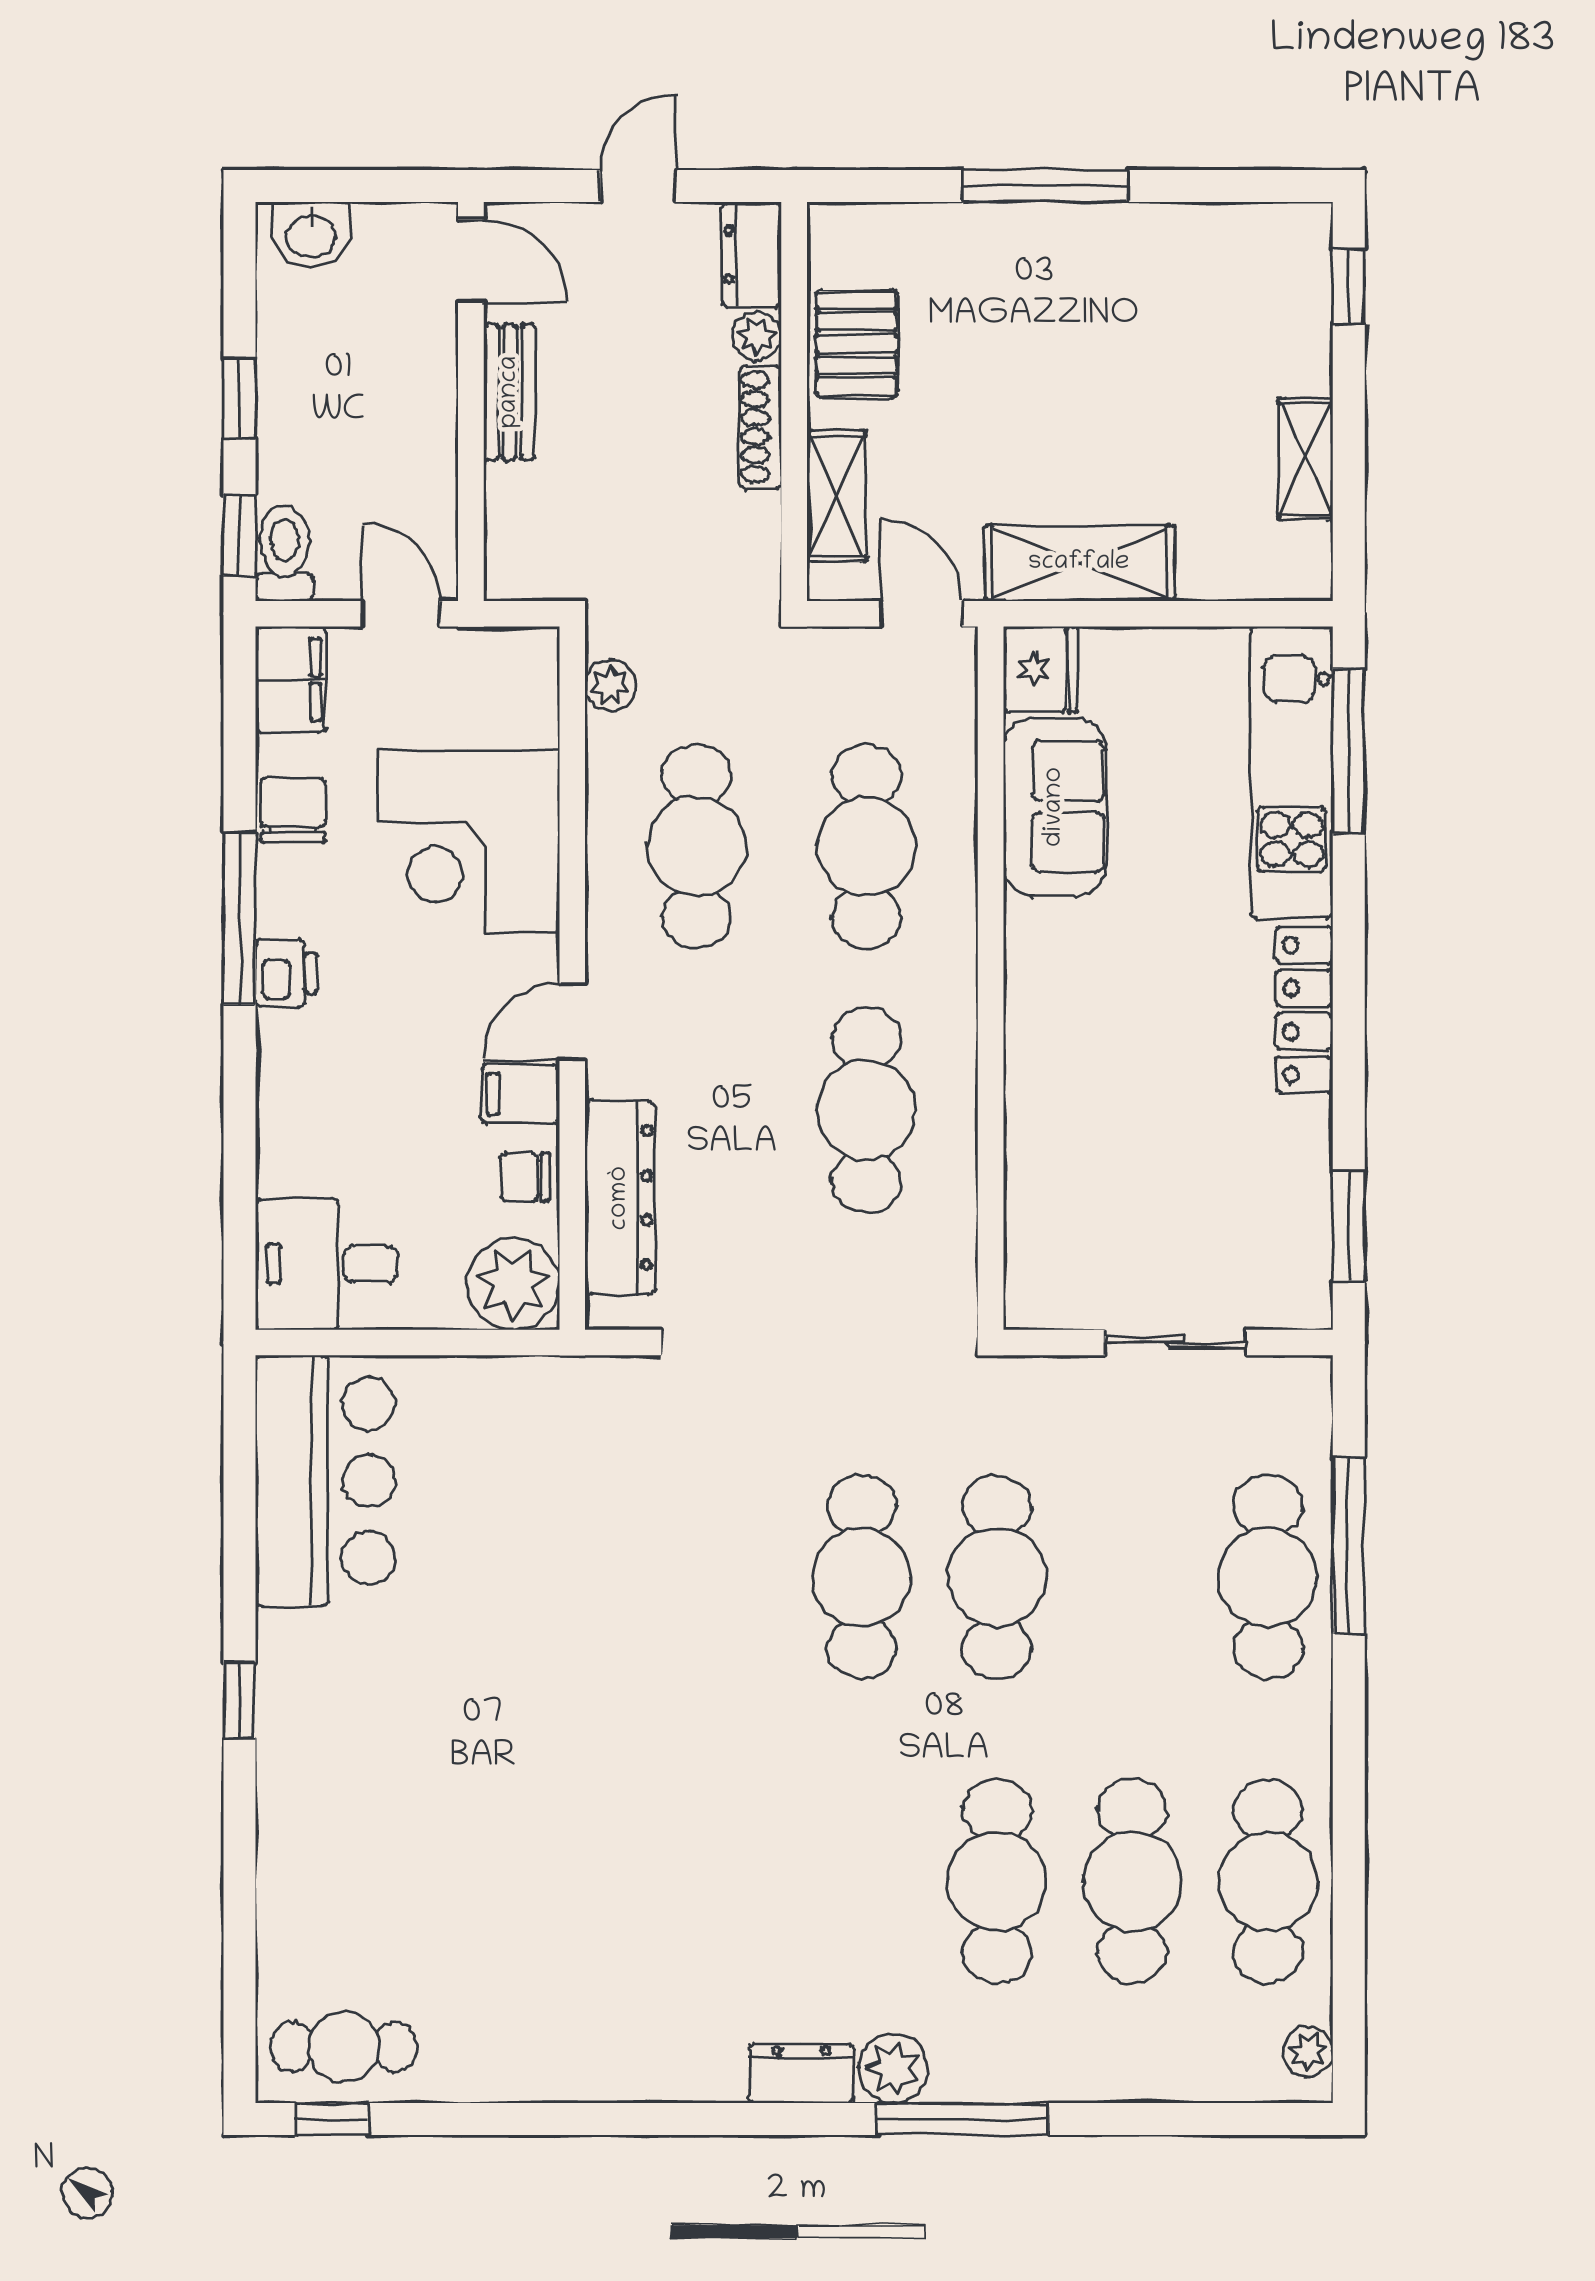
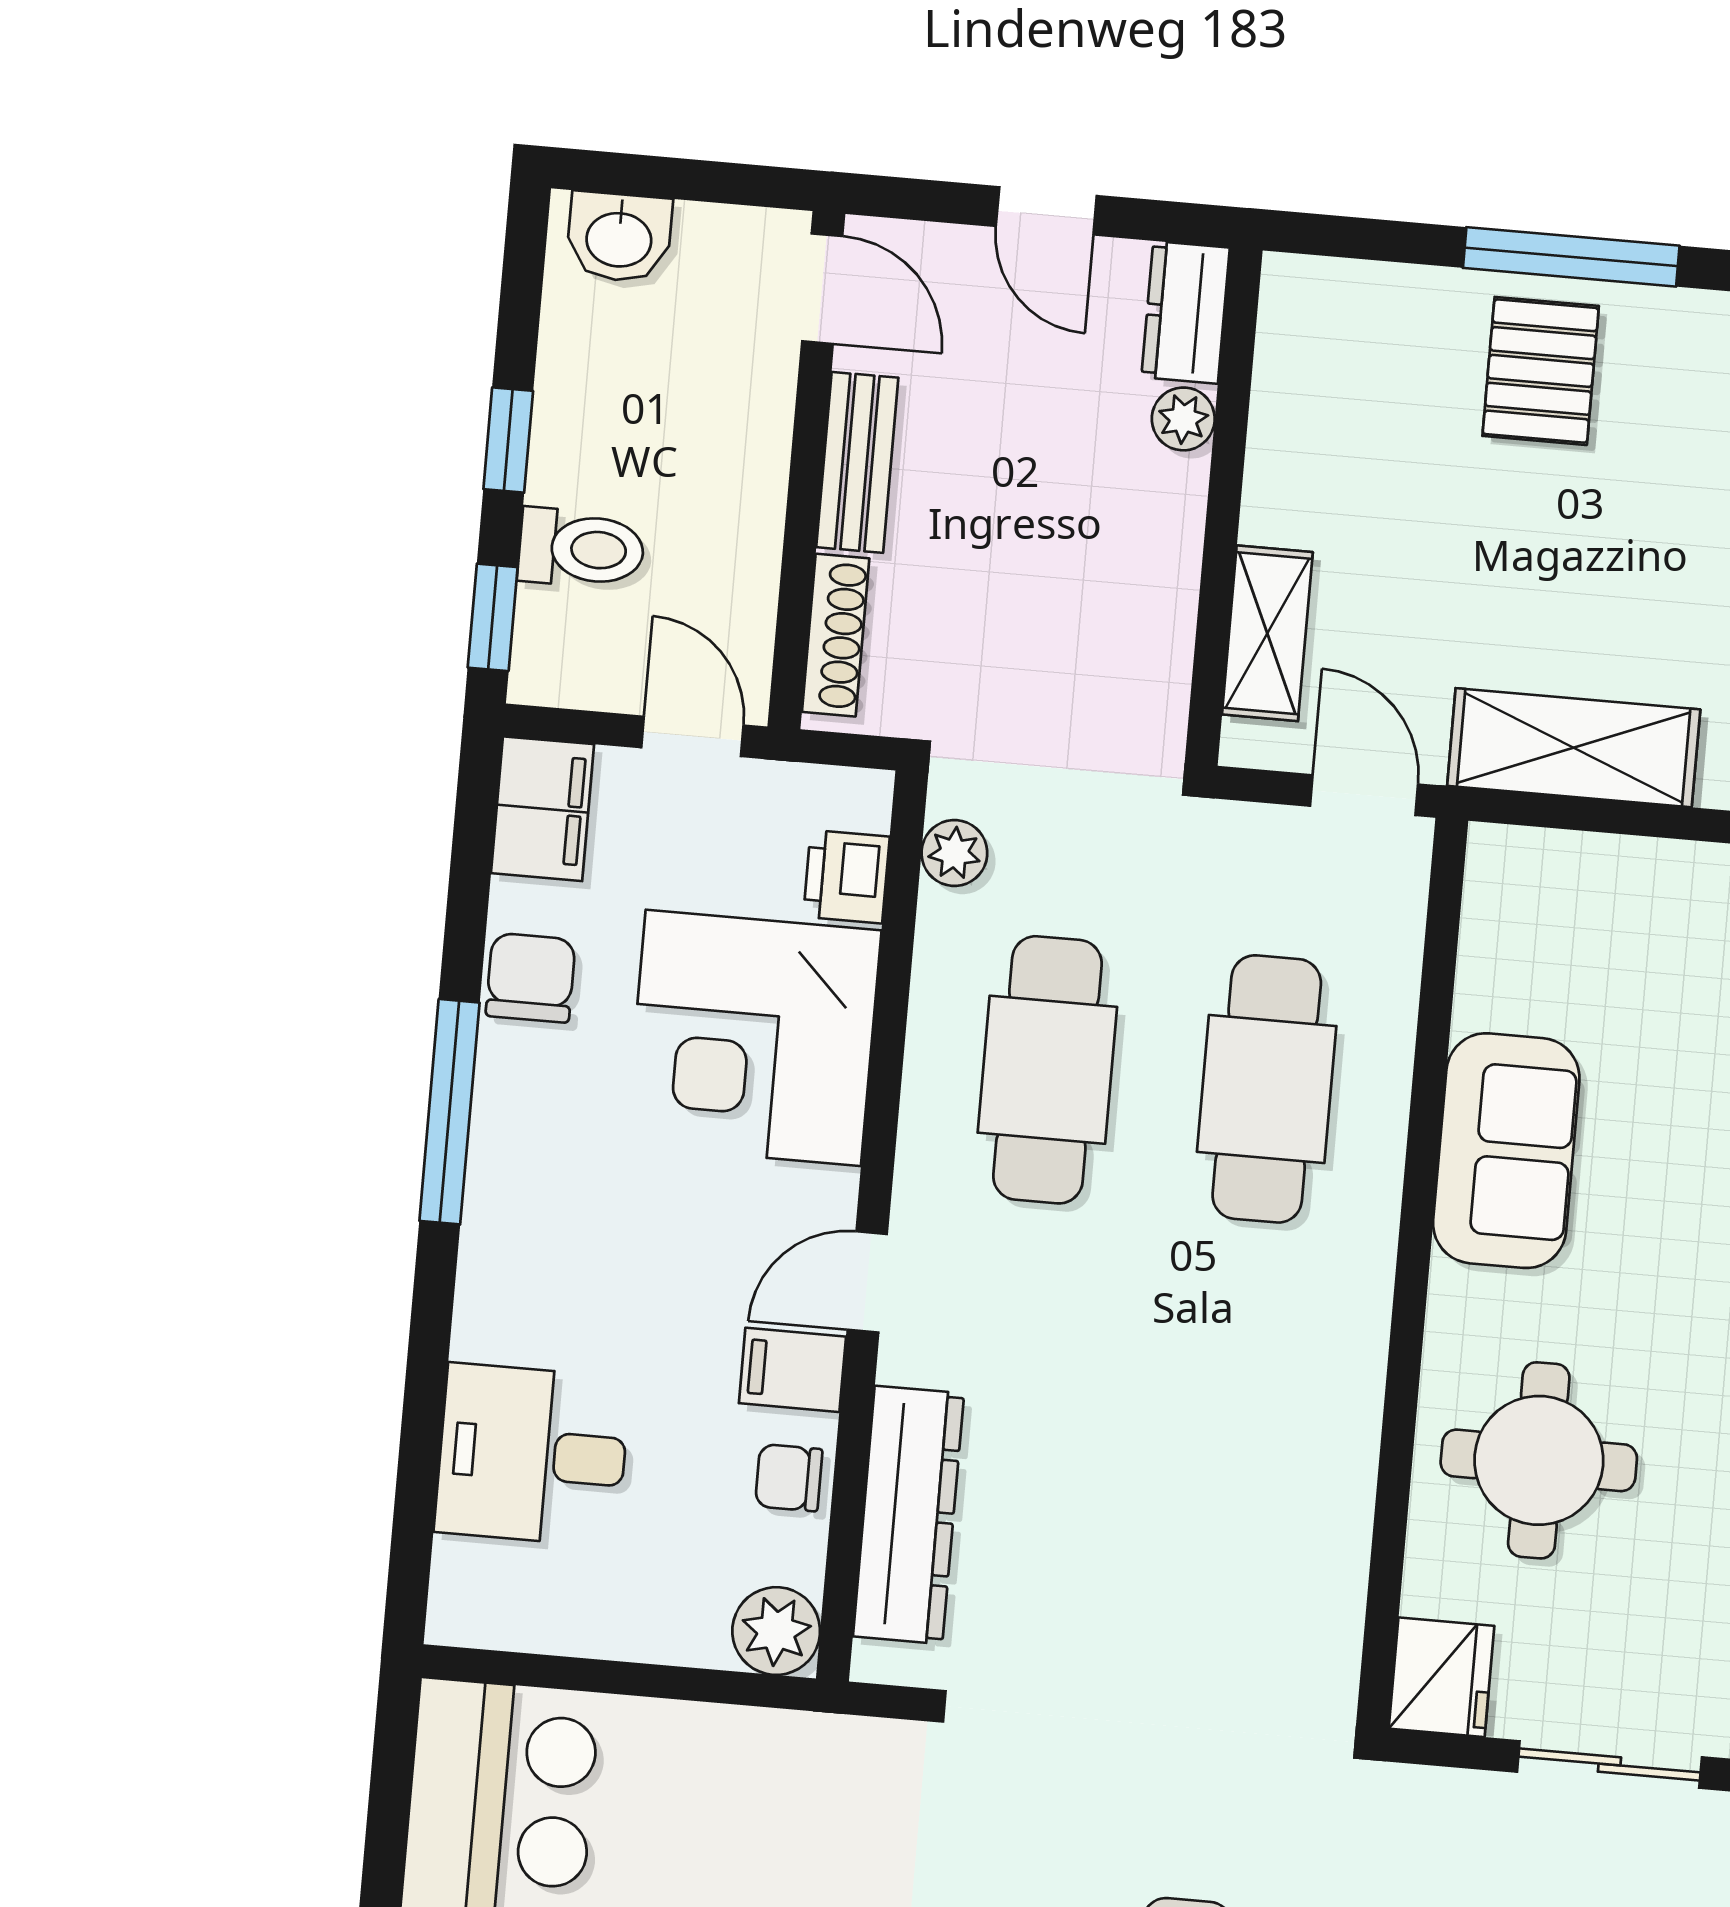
door: (638, 186) -> (1046, 211), swing flipped
pallet: (856, 344) -> (1541, 371), moved
shoe rack: (761, 427) -> (836, 635), moved, turned 180
toilet: (284, 553) -> (581, 549), moved, turned 90
fridge: (1040, 669) -> (1441, 1677), moved
sofa: (1055, 807) -> (1506, 1151), moved
printer: (286, 973) -> (846, 877), moved, turned 180
cafe table: (866, 1110) -> (1237, 1430), removed
round table: (1101, 1113) -> (1539, 1460), added
desk: (326, 1264) -> (532, 1455), moved
plant: (513, 1284) -> (776, 1631), width x0.73, depth x0.73

